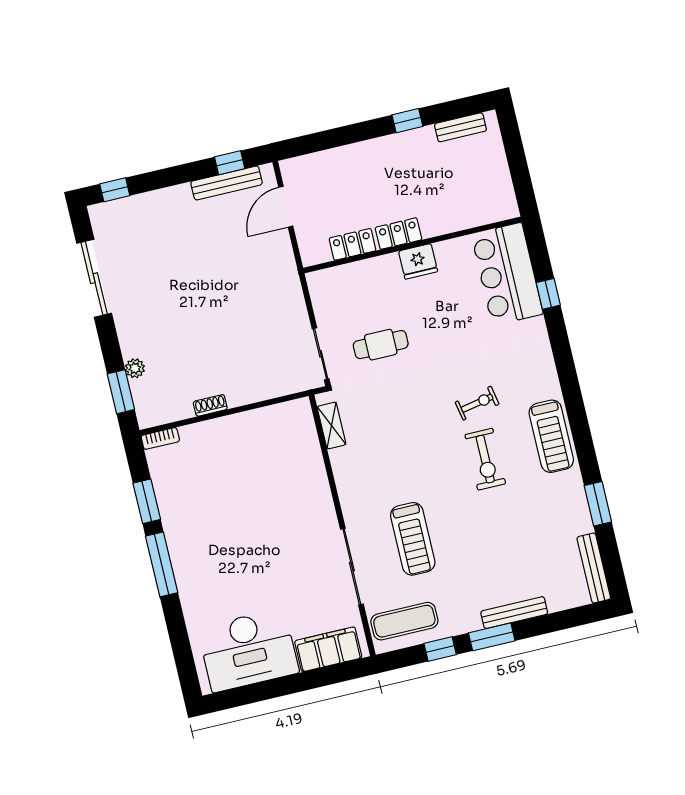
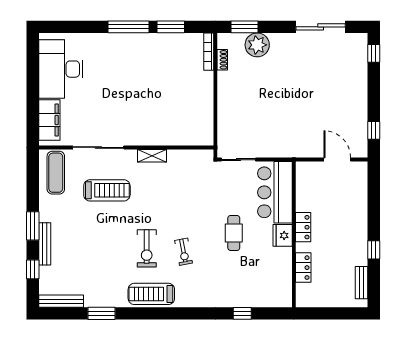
bench: (227, 183) -> (361, 125), removed
locker: (353, 244) -> (303, 268), moved
bar counter: (507, 274) -> (275, 192), moved, turned -90
cafe table: (381, 345) -> (234, 233), moved
plant: (135, 368) -> (257, 45), width x1.87, depth x1.87
shoe rack: (210, 405) -> (222, 60), moved
shelving: (332, 426) -> (152, 156), moved
bookcase: (160, 438) -> (209, 52), width x1.56
exercise bike: (485, 459) -> (147, 248), turned -90
treadmill: (413, 539) -> (107, 190), turned 180
window: (440, 649) -> (33, 269), moved

